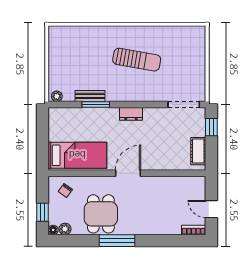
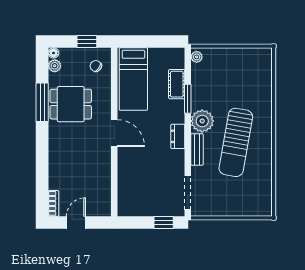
sun lounger: (137, 60) -> (236, 142), width x1.36, depth x1.34
plant: (117, 91) -> (202, 121), added
bench: (90, 96) -> (197, 149), moved
cot: (198, 151) -> (177, 84), moved, turned 90
window: (42, 212) -> (87, 42), moved
window: (117, 241) -> (42, 102), moved

